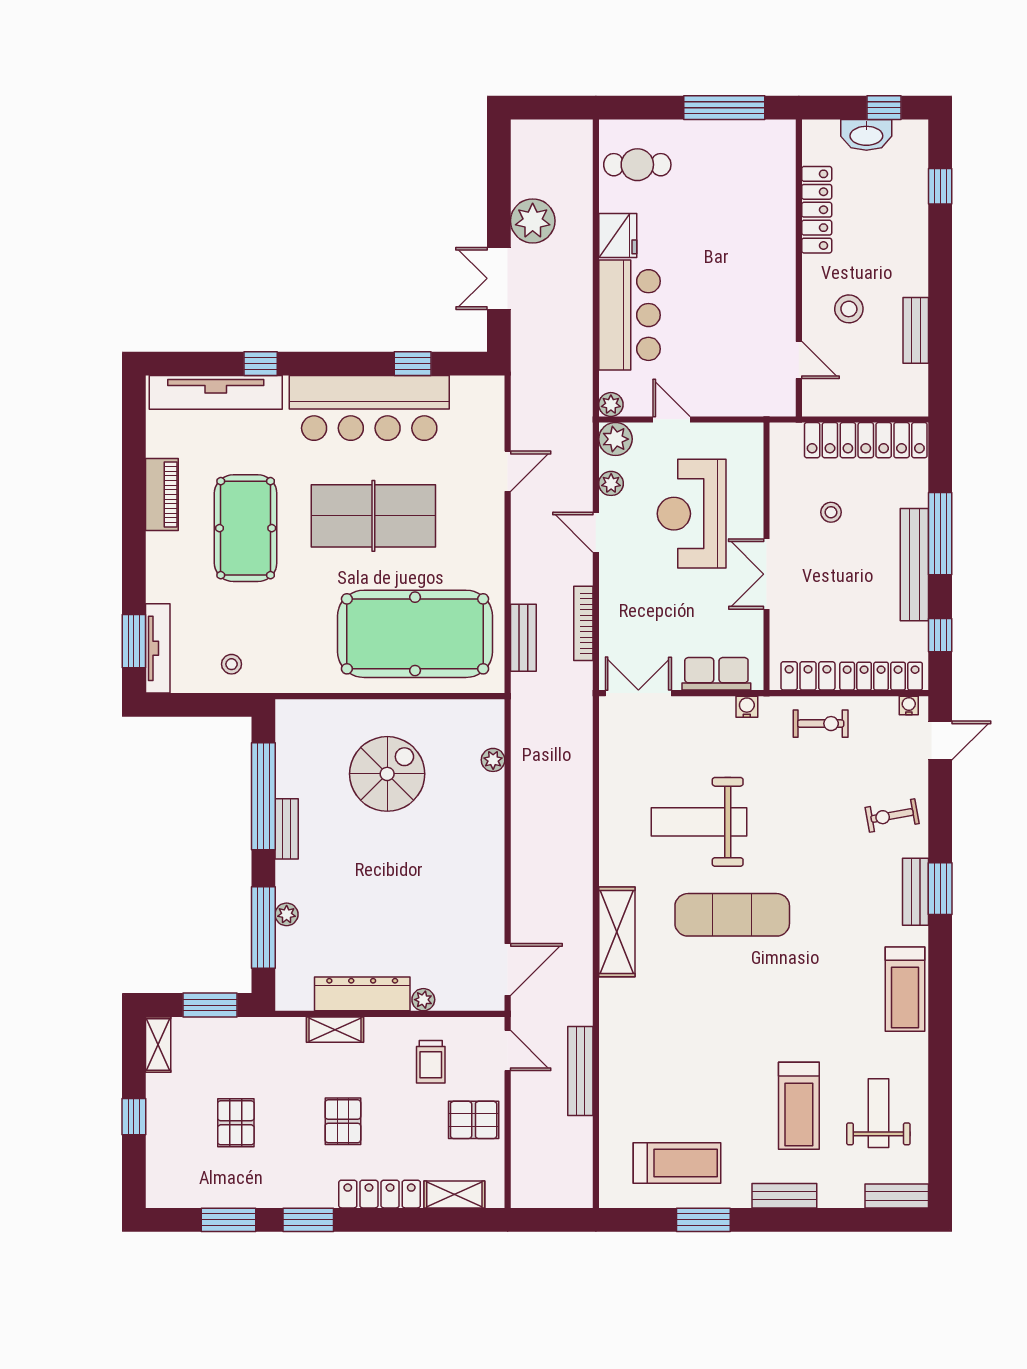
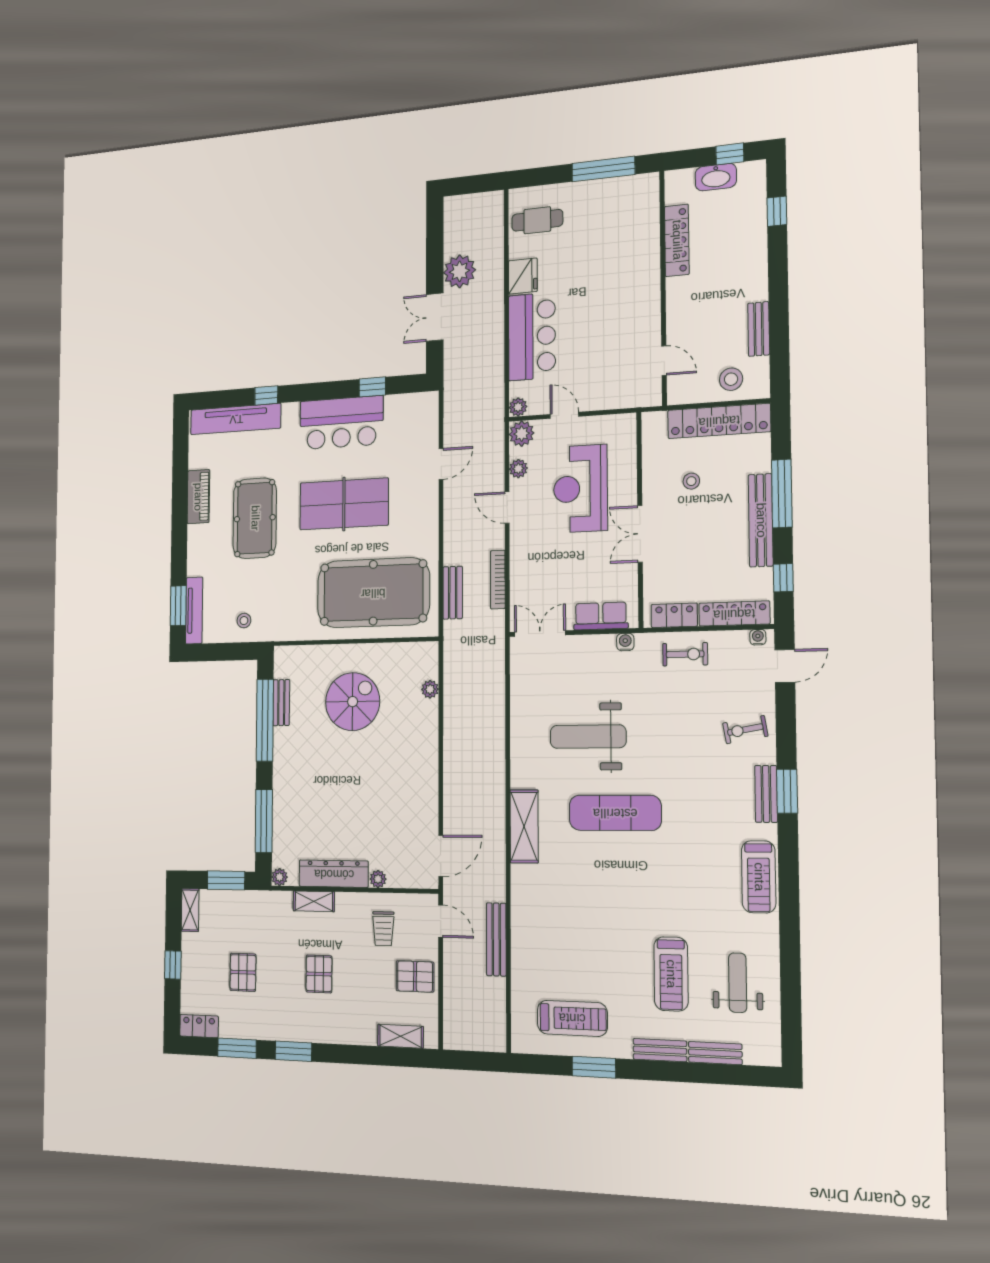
stool: (849, 309) -> (731, 379), moved
bar counter: (369, 408) -> (341, 423), width x0.73
bench: (287, 829) -> (281, 703), moved
plant: (287, 914) -> (280, 877), moved
locker: (380, 1194) -> (199, 1026), moved, width x0.66
bench: (897, 1196) -> (715, 1053), moved

